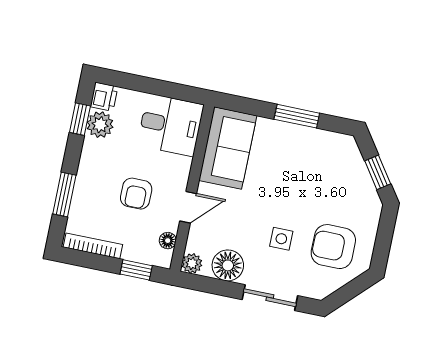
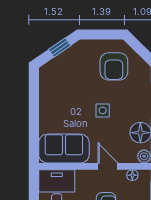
window: (297, 116) -> (34, 108), removed
side table: (281, 239) -> (103, 110), moved

